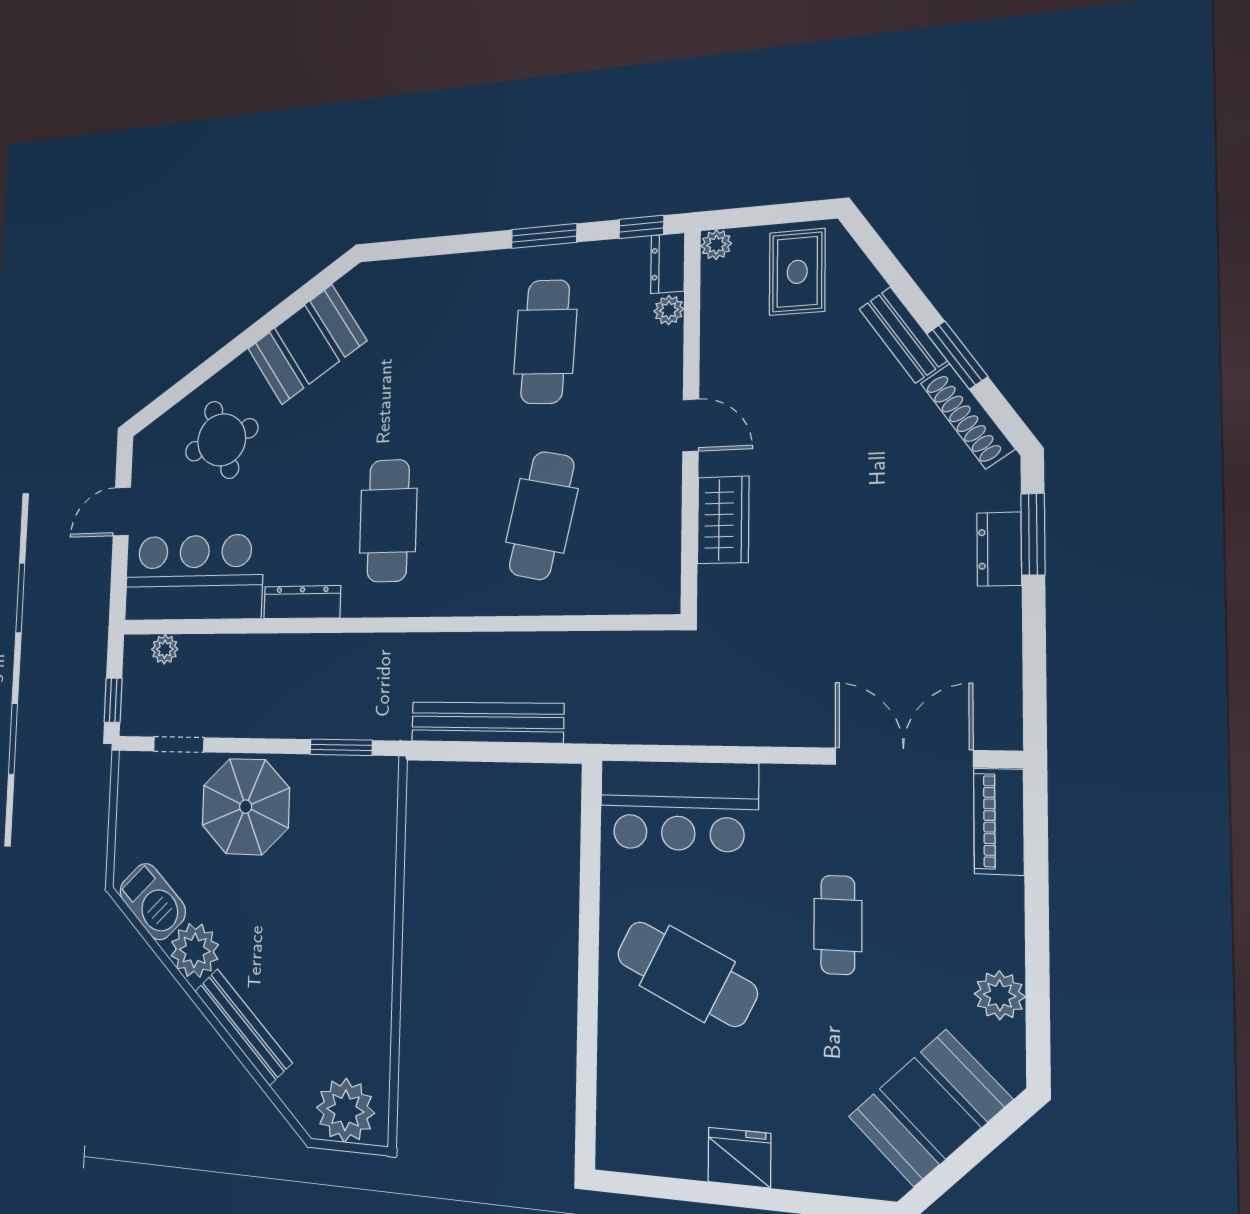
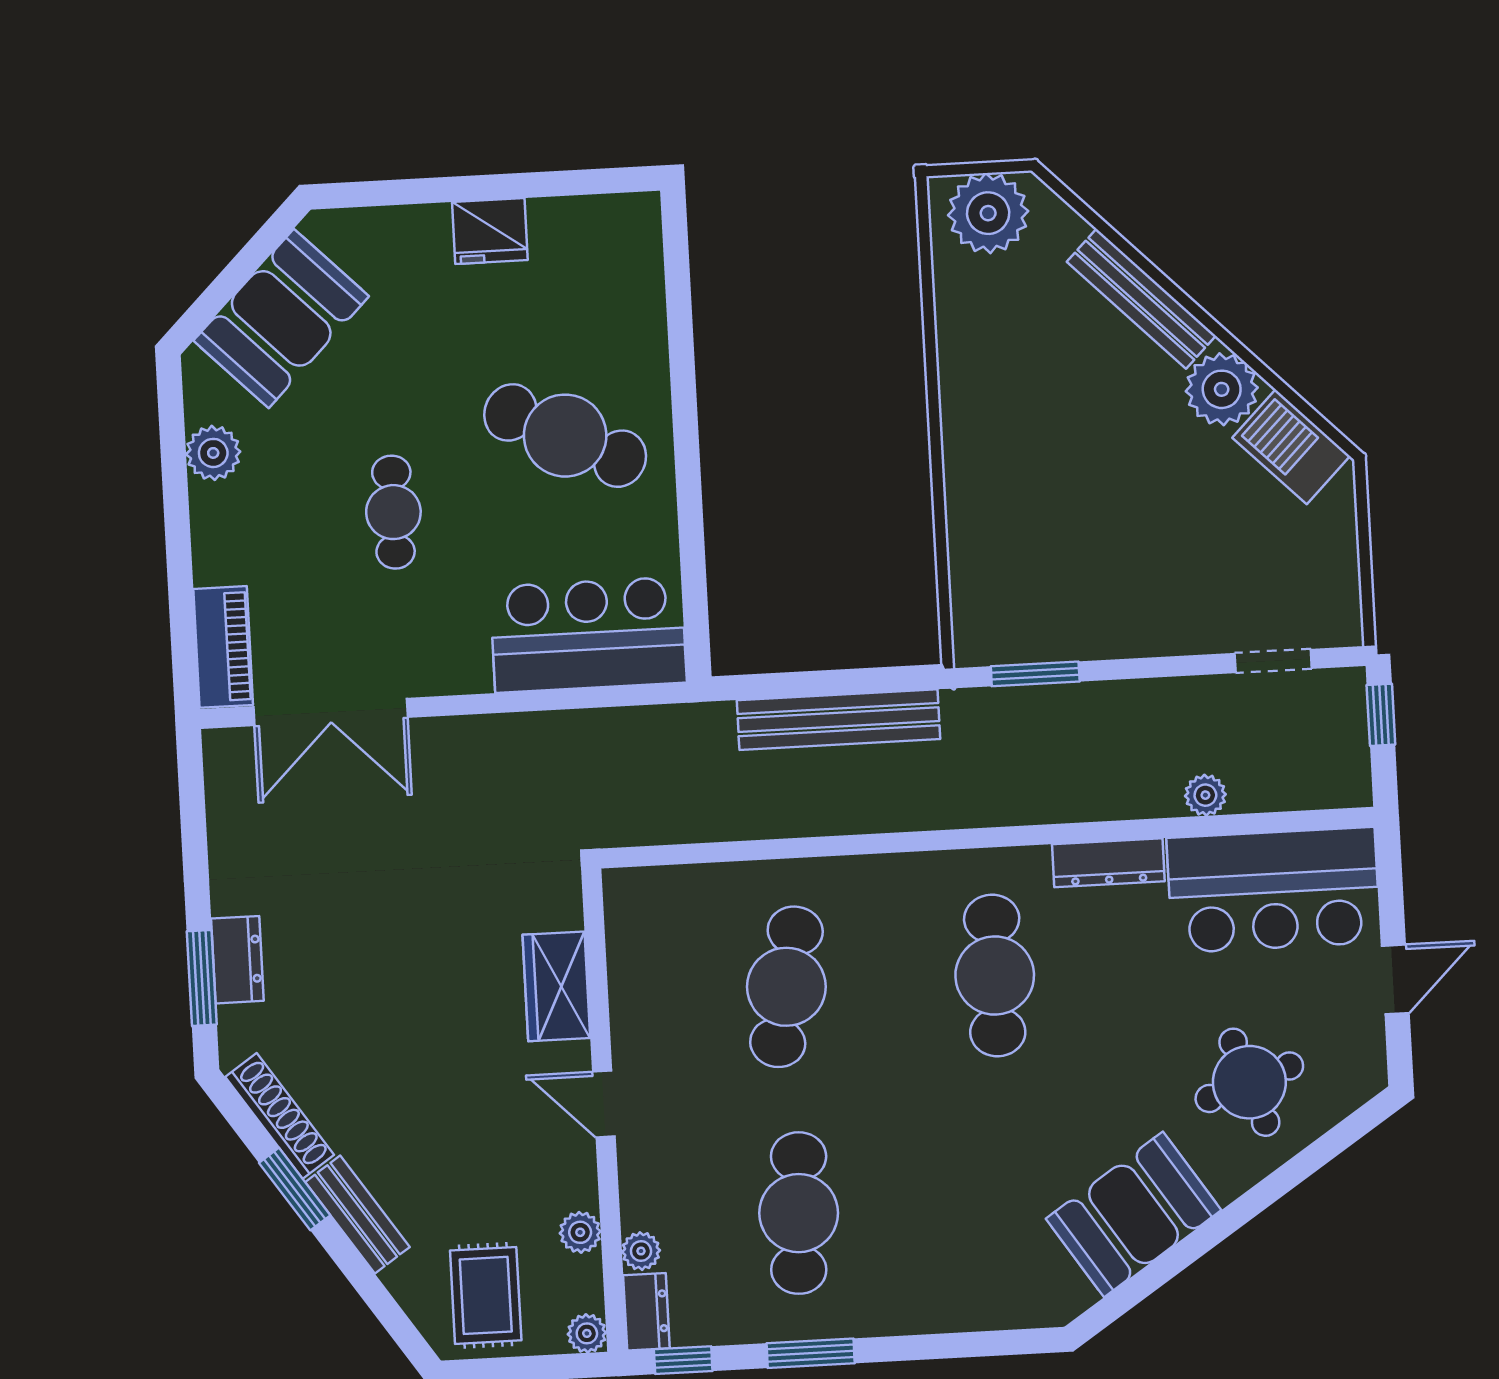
plant: (717, 324) -> (580, 1232), added
plant: (165, 649) -> (1205, 795), moved
parasol: (246, 807) -> (1165, 586), removed

